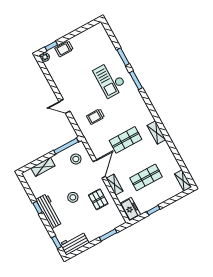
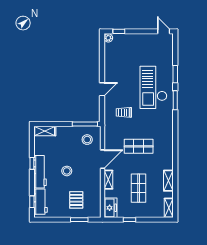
door: (92, 24) -> (164, 31), added
trolley: (64, 49) -> (129, 40), removed
checkout: (110, 79) -> (153, 87), width x1.36, depth x1.21
door: (64, 106) -> (102, 89), swing flipped
shelving: (156, 133) -> (168, 181), moved
shelving: (43, 167) -> (45, 131), moved
shop shelf: (146, 177) -> (139, 188), turned 90
pallet: (98, 199) -> (76, 200), moved
workbench: (74, 243) -> (40, 202), moved, turned 90

